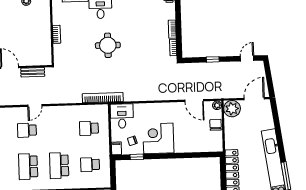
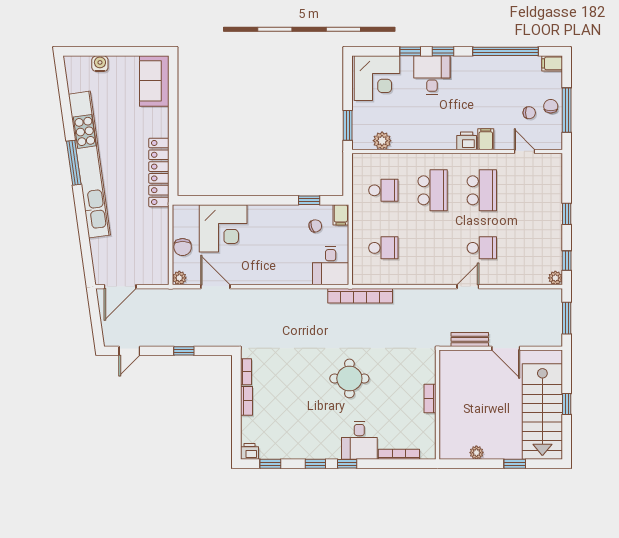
plant: (232, 109) -> (156, 272), removed
corner desk: (158, 138) -> (223, 228), moved

